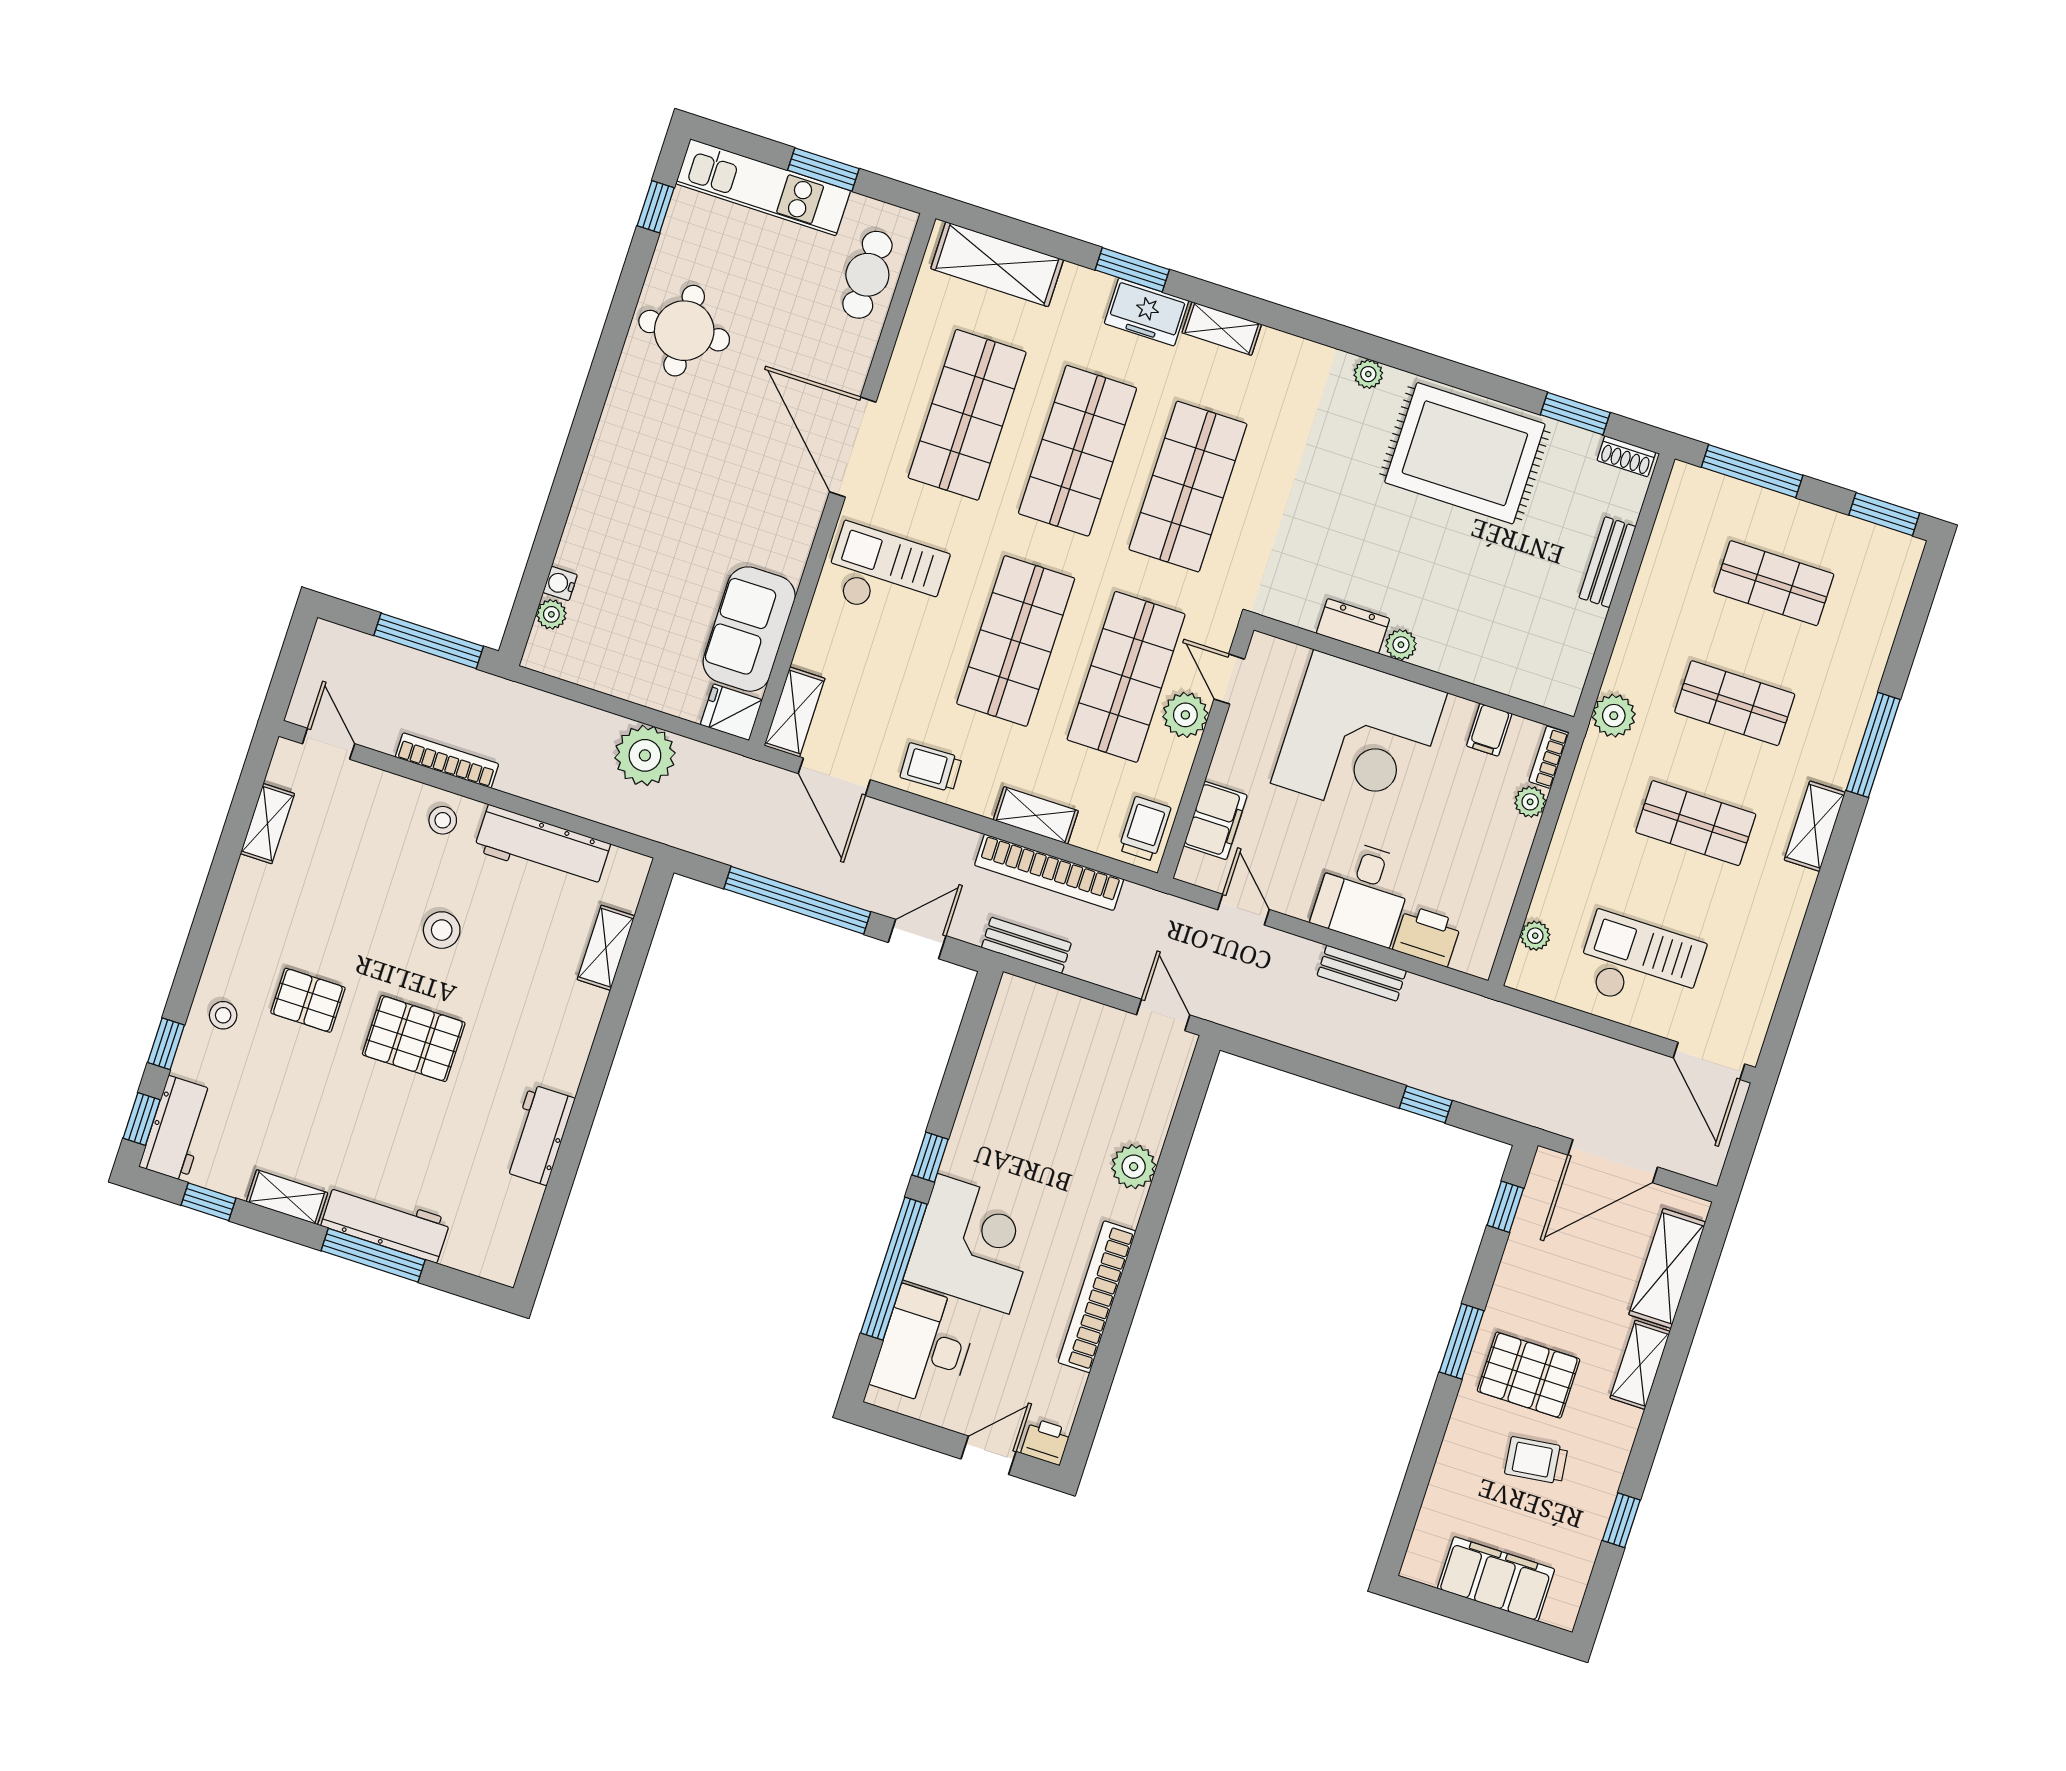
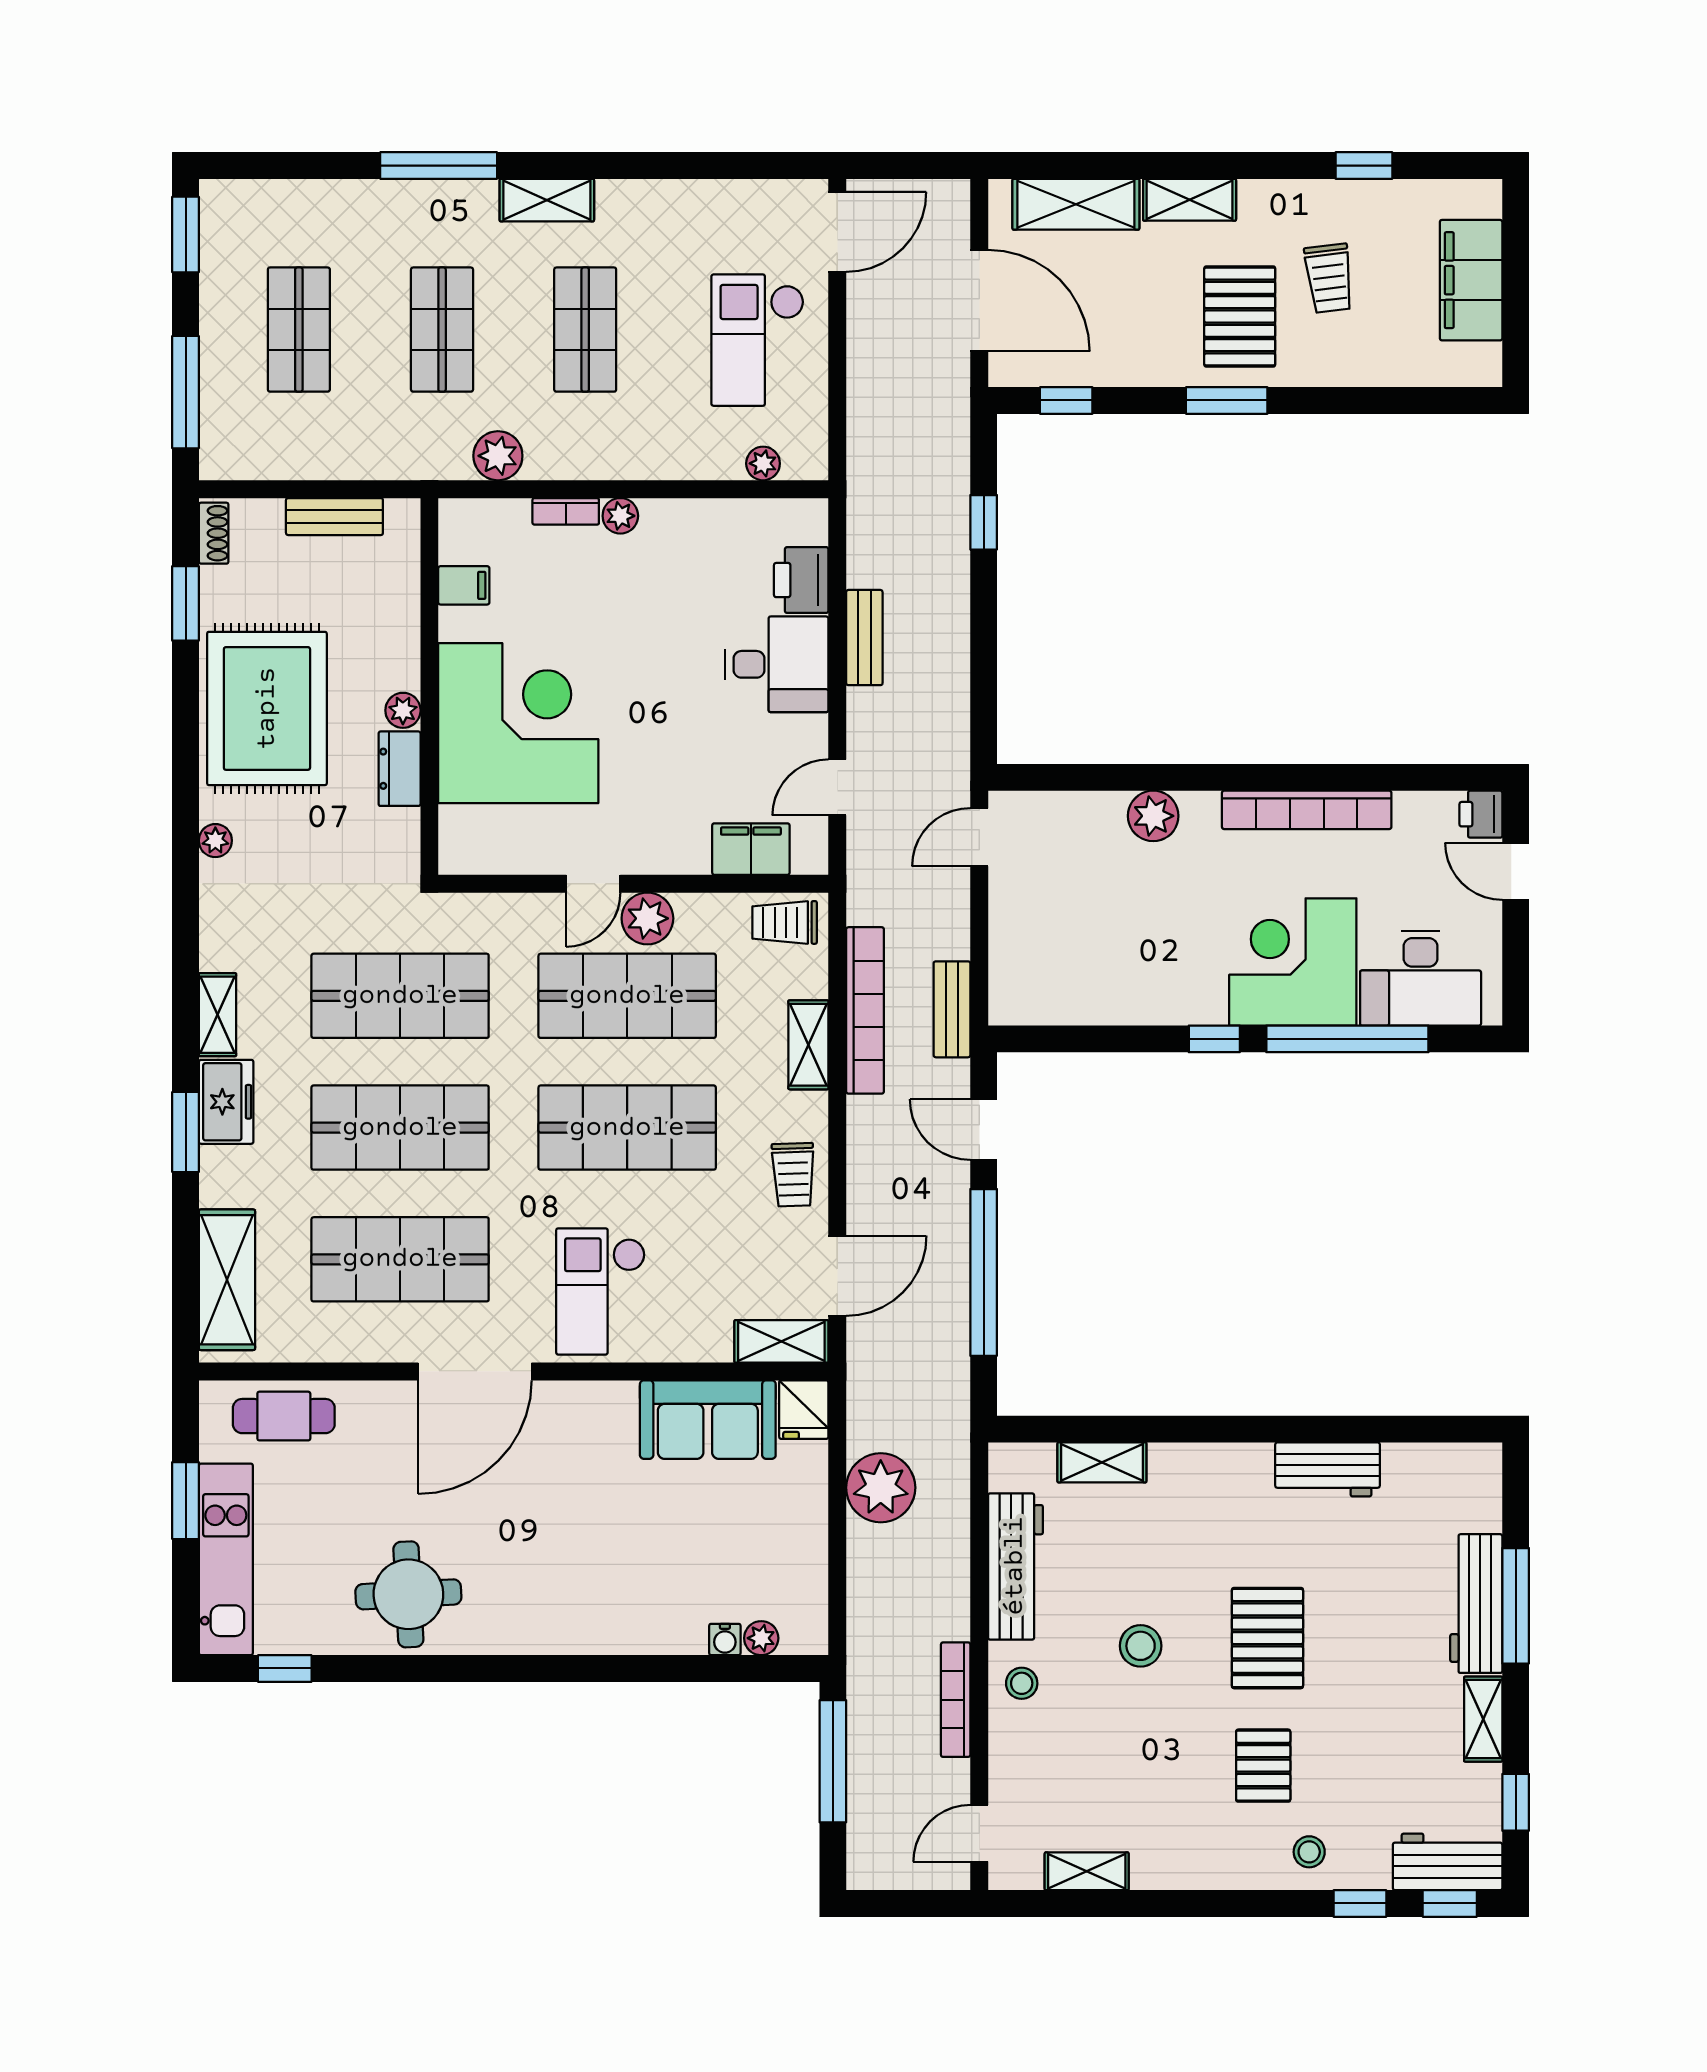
dresser: (1353, 626) -> (400, 769), moved
plant: (1401, 645) -> (403, 710), moved
wall: (1414, 673) -> (429, 686), moved
filing cabinet: (1489, 730) -> (464, 585), moved
corner desk: (1359, 738) -> (518, 723), moved

